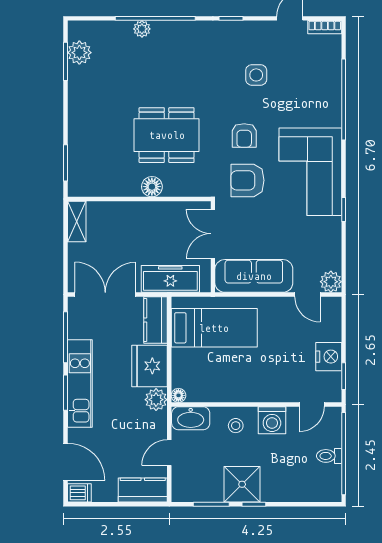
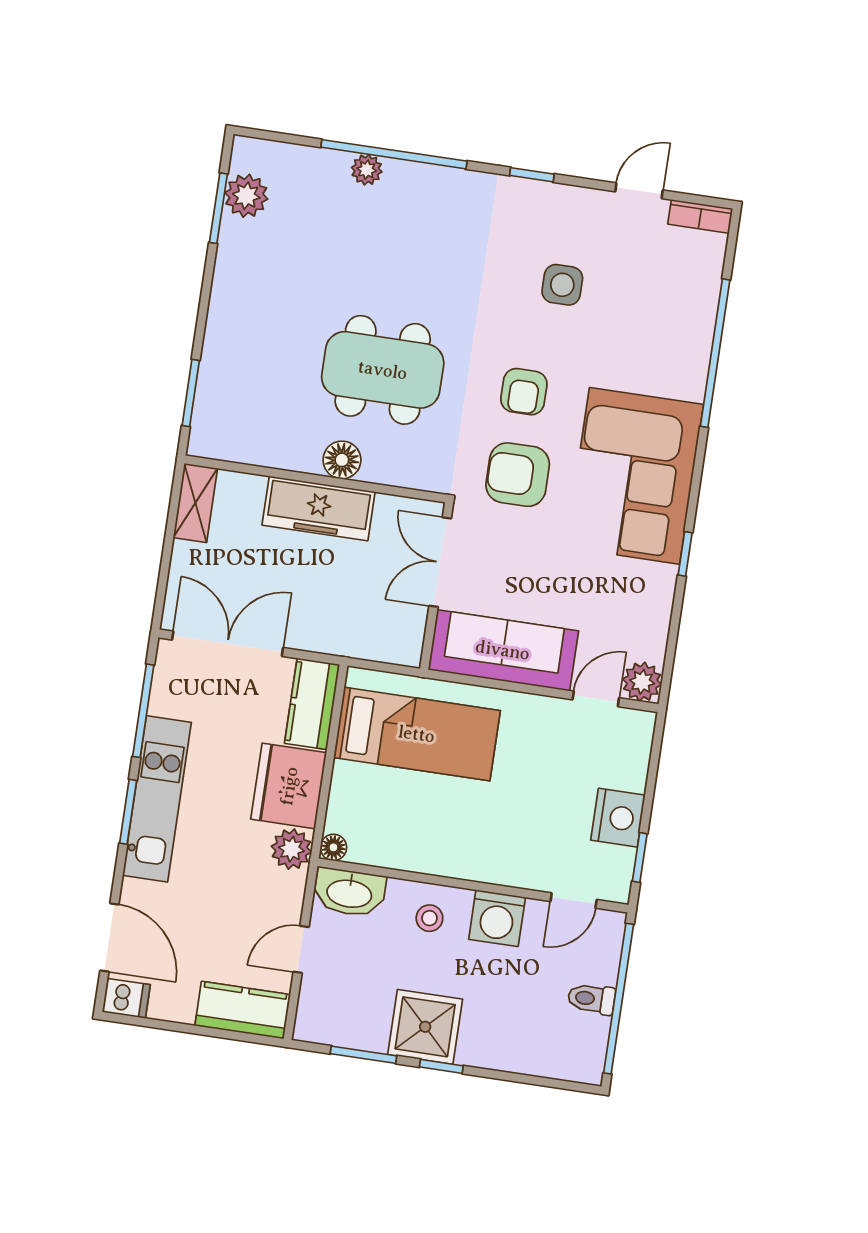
freezer: (170, 279) -> (319, 508), moved, turned 180
door: (307, 295) -> (596, 699), swing flipped

